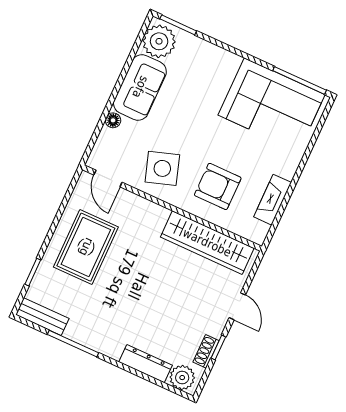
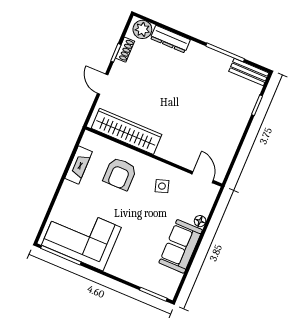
plant: (159, 41) -> (167, 281), removed
side table: (162, 168) -> (162, 186), width x0.54, depth x0.54
armchair: (218, 186) -> (120, 174), turned 90
rug: (86, 247) -> (218, 125), removed

